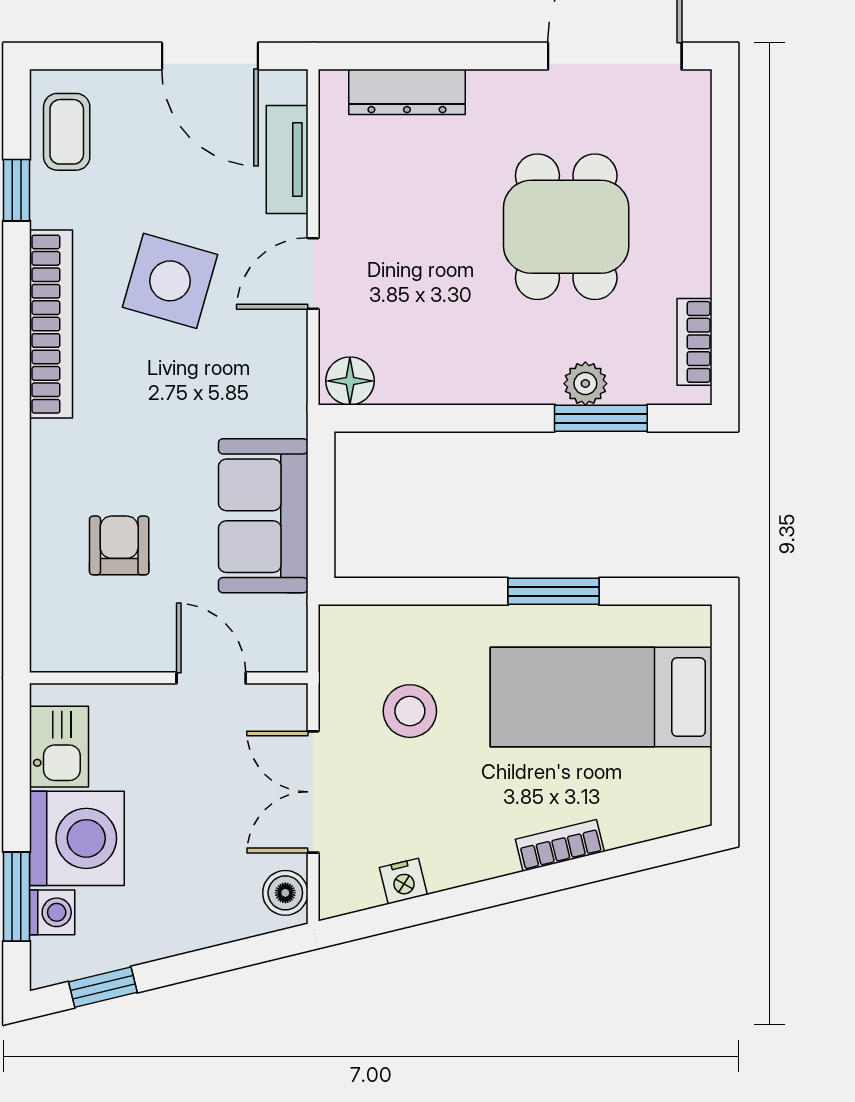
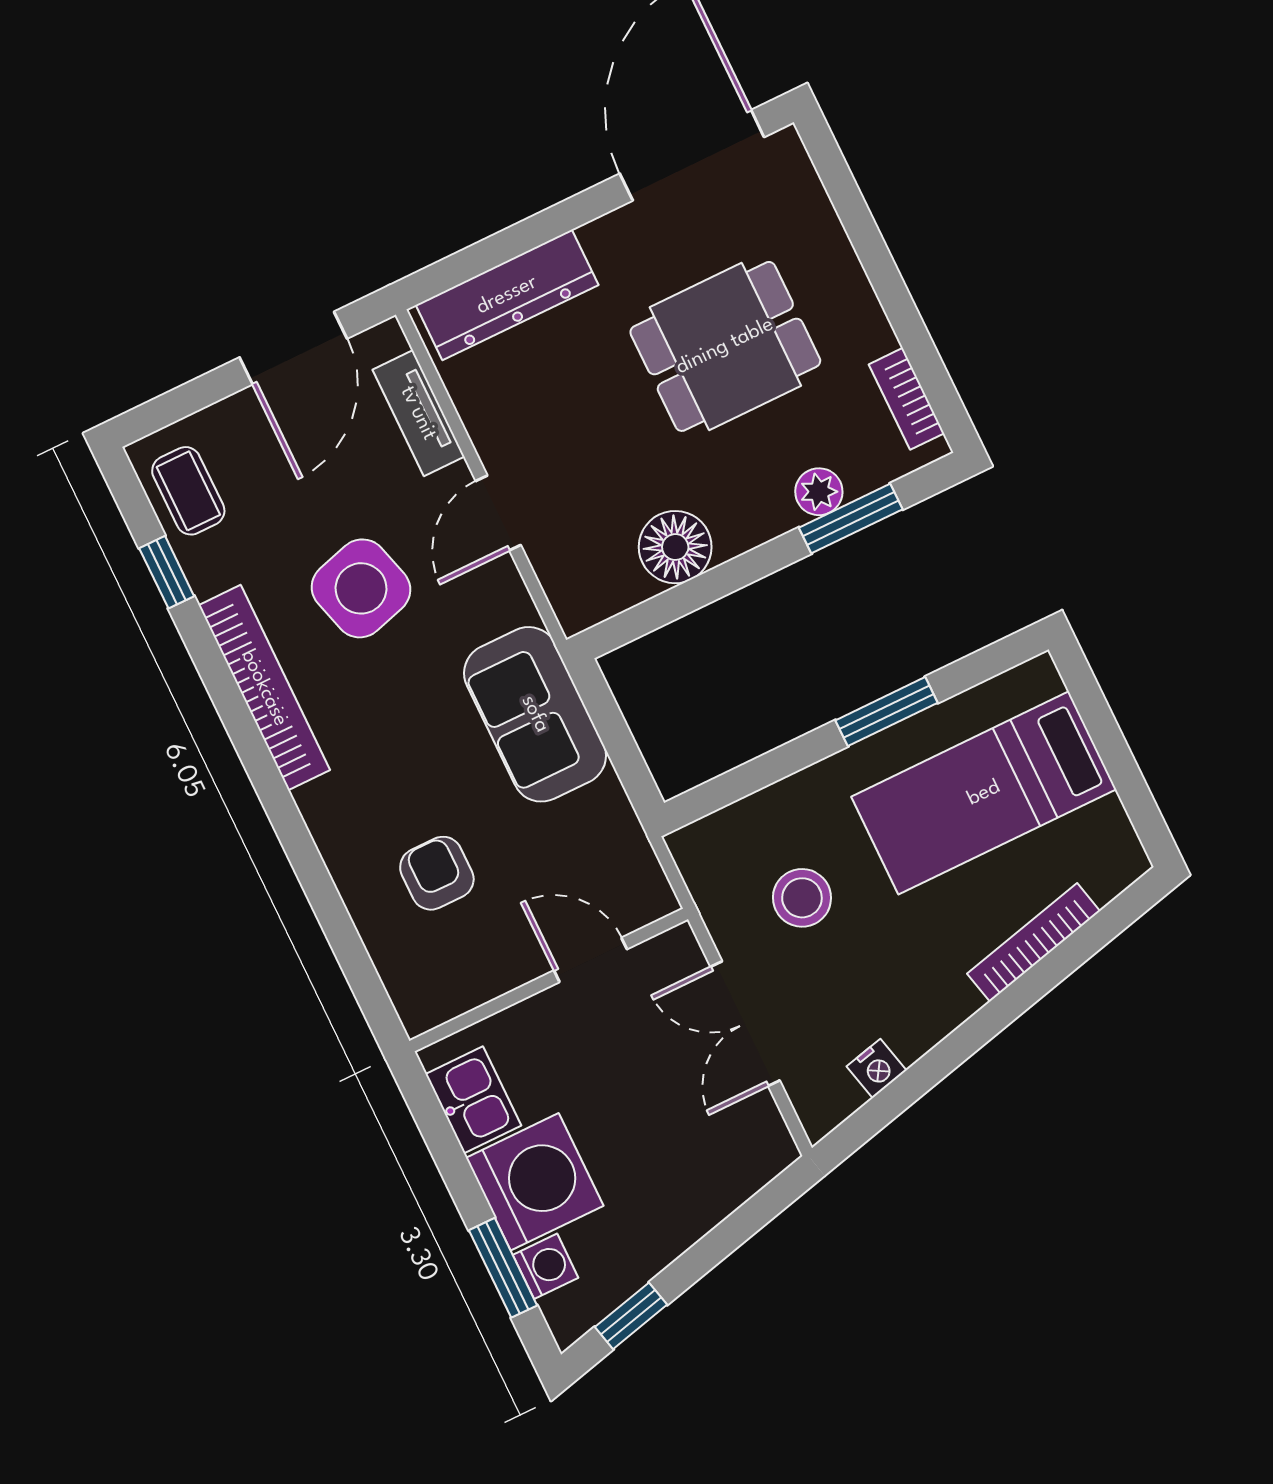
door: (210, 56) -> (293, 348), hinge flipped
dresser: (407, 92) -> (507, 295), width x1.37, depth x1.24
dining table: (566, 227) -> (725, 346), turned 90
side table: (170, 281) -> (361, 588), turned -32
floor lamp: (350, 381) -> (675, 547), moved, width x1.38, depth x1.38
sofa: (263, 516) -> (535, 714), moved
bookcase: (560, 845) -> (1034, 942), width x1.56
boiler: (285, 893) -> (766, 1136), removed

